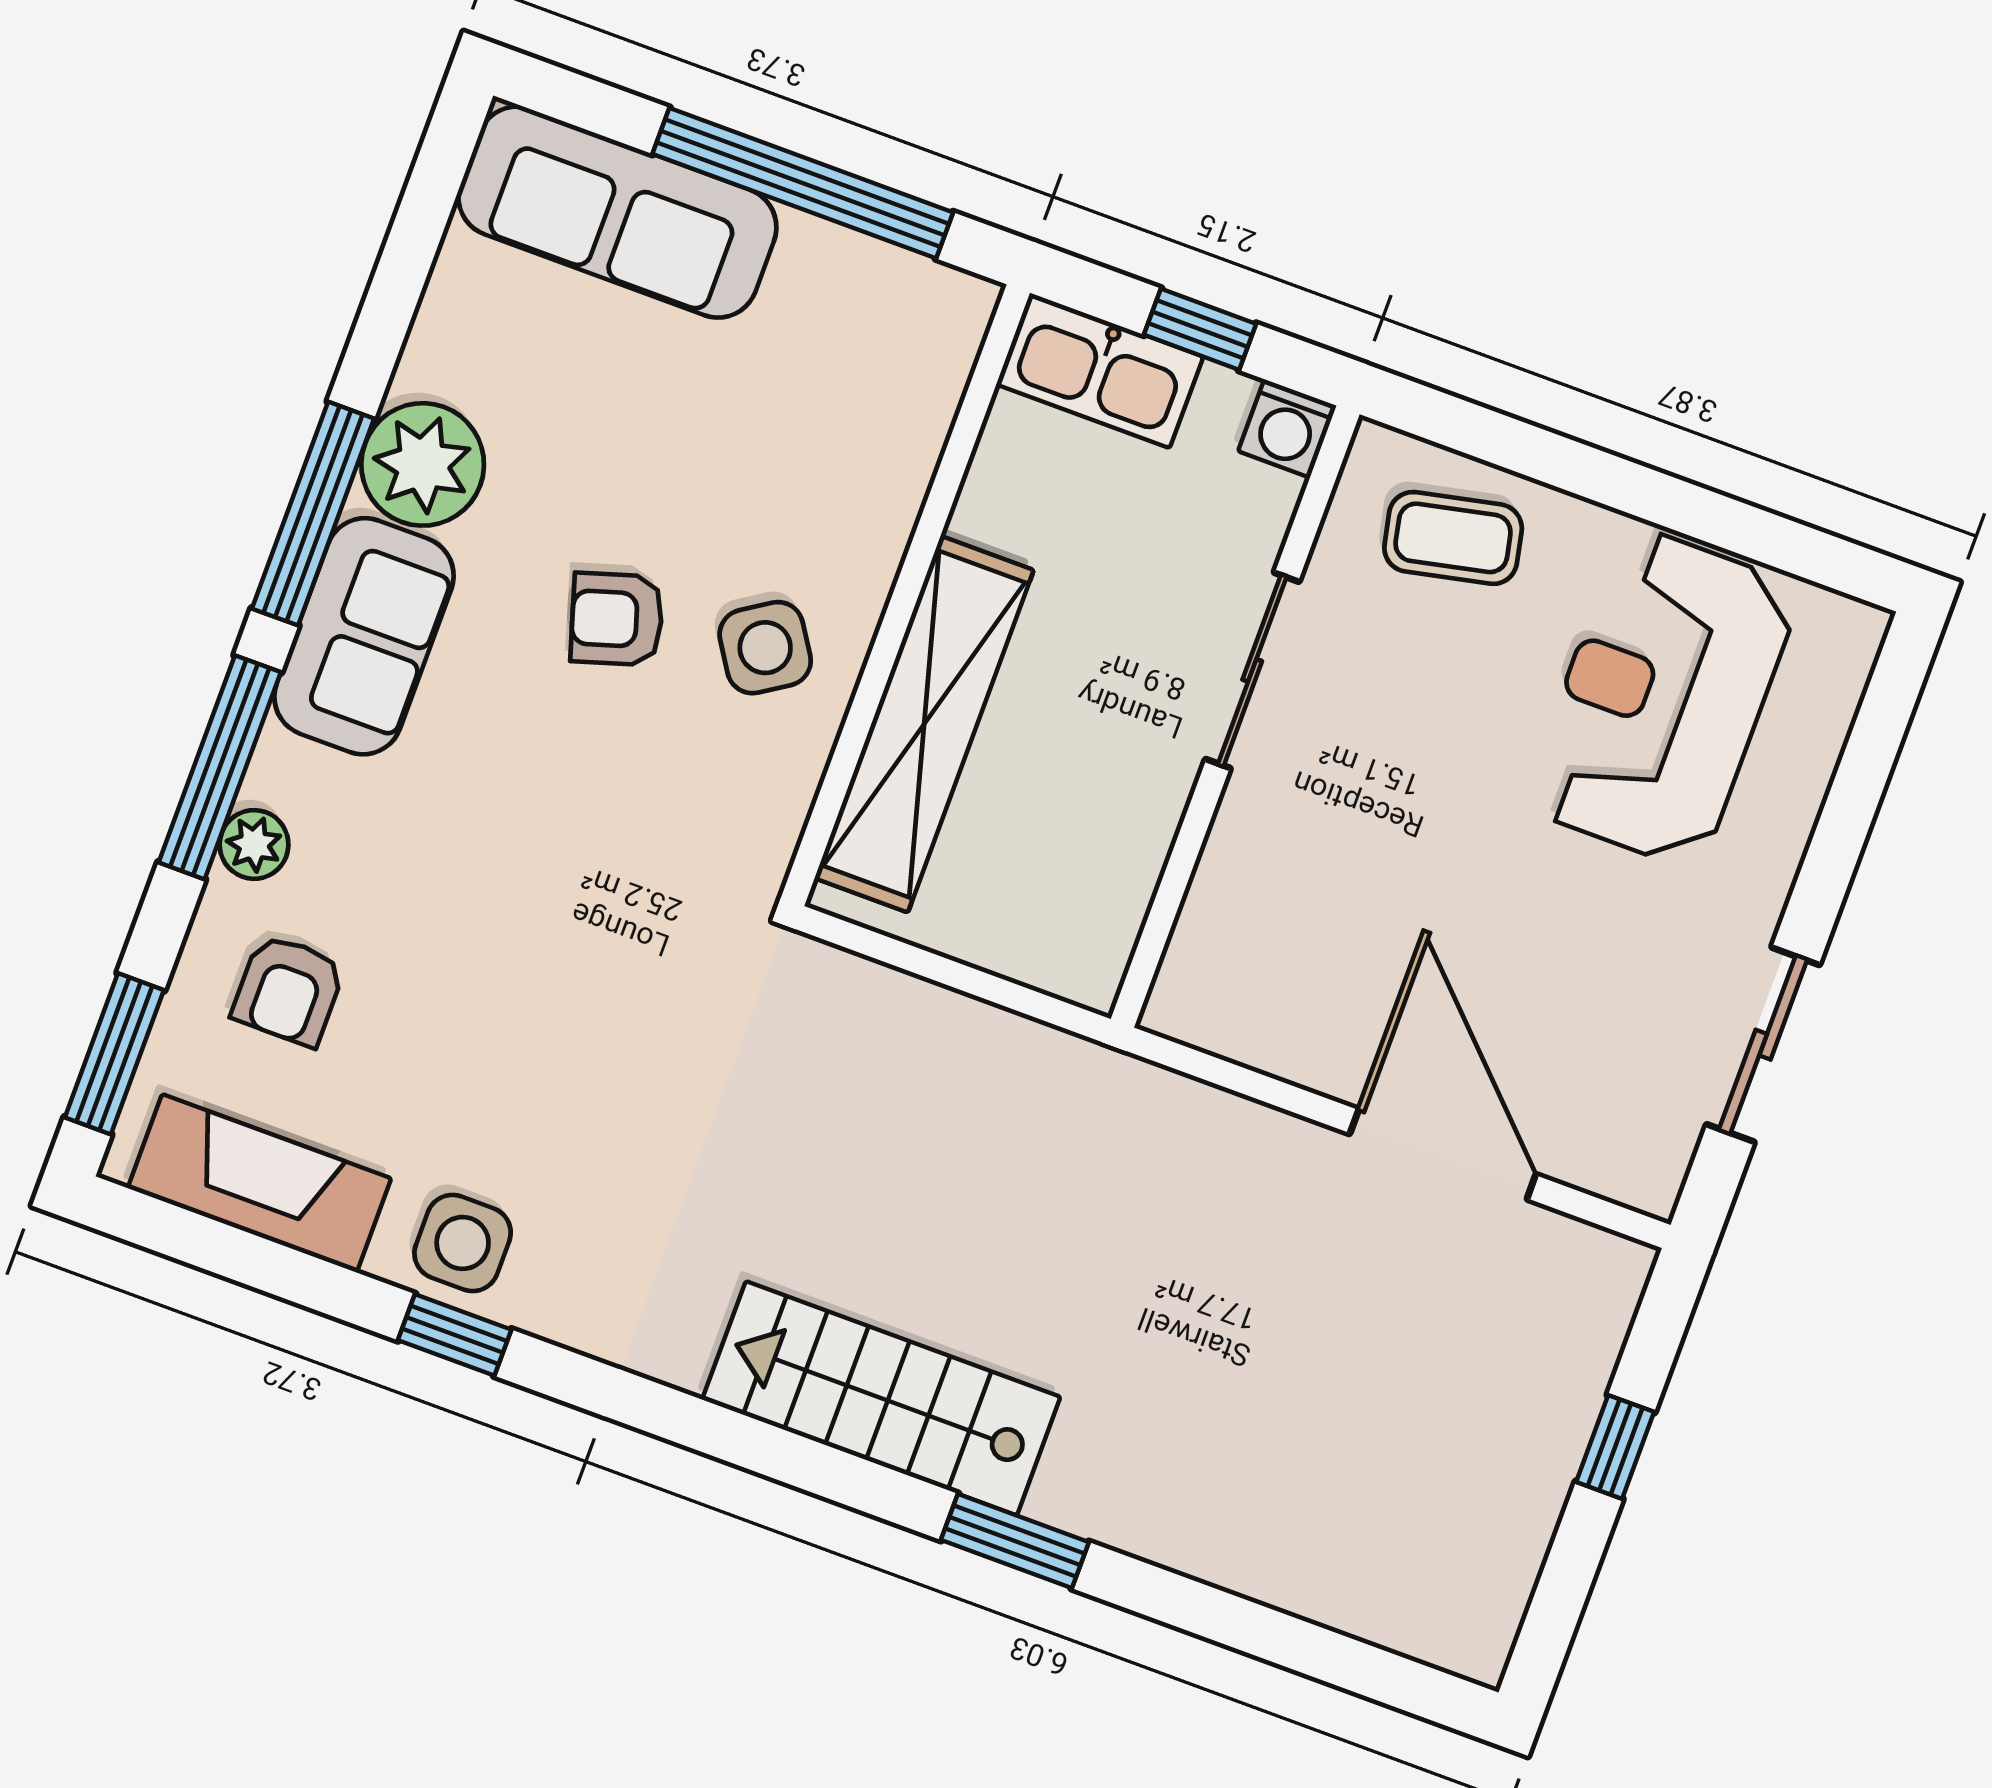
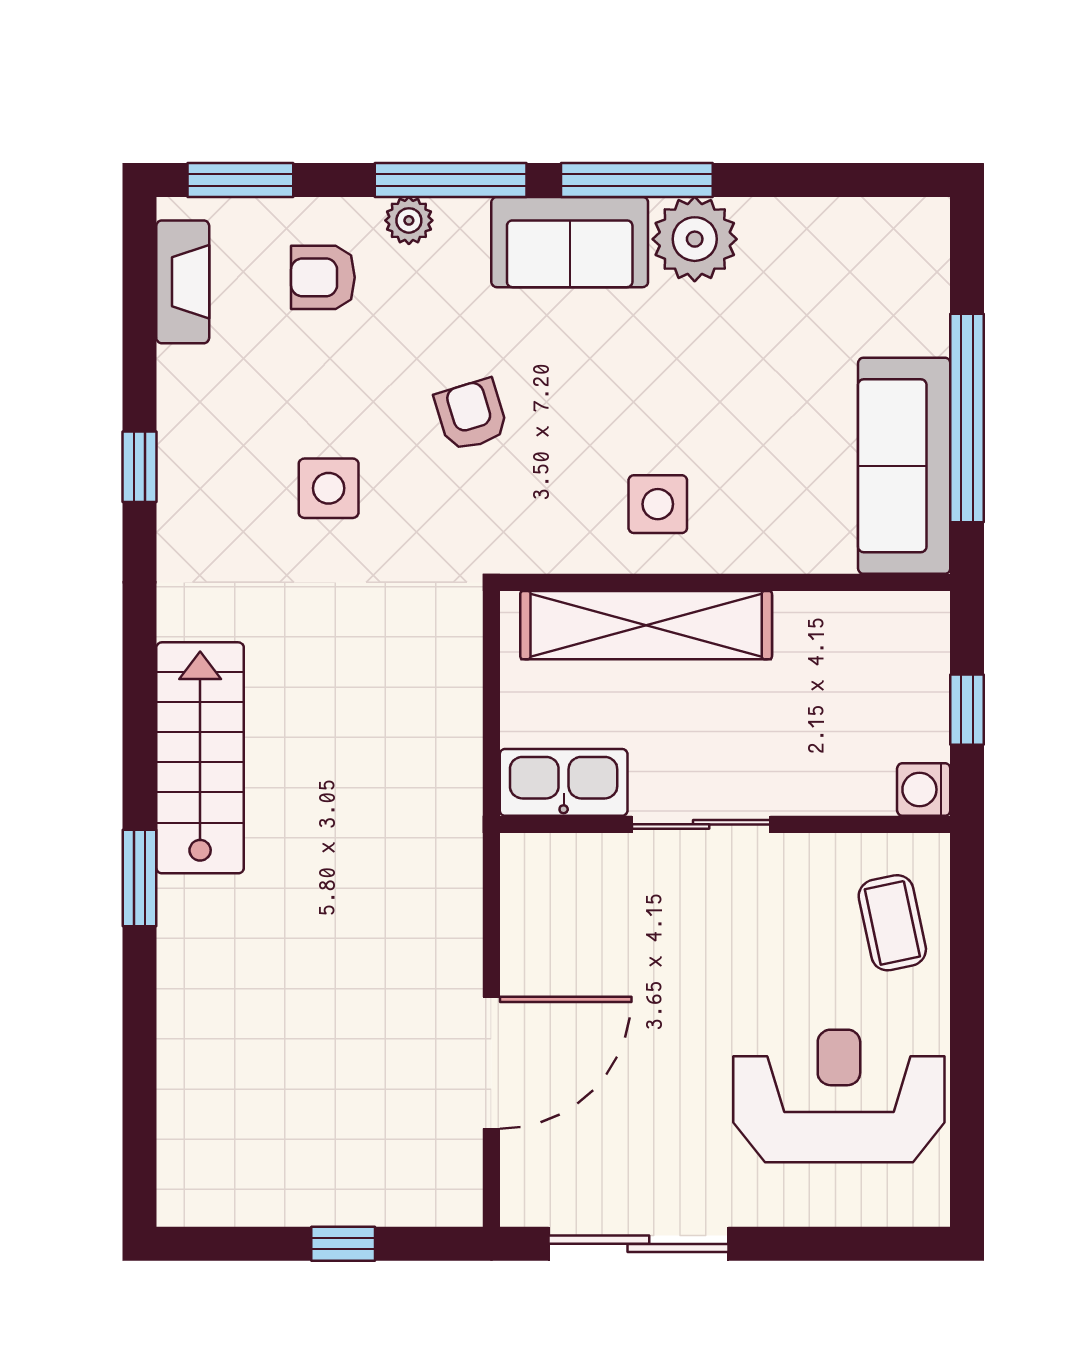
sofa: (617, 212) -> (904, 466), moved
kitchen sink: (1100, 370) -> (564, 782), moved, turned 90
armchair: (617, 619) -> (471, 415), moved
side table: (765, 648) -> (658, 504), turned 33
sliding door: (1252, 670) -> (701, 824), moved
sliding door: (1763, 1045) -> (638, 1244), width x1.37
fireplace: (259, 1183) -> (183, 282), width x0.73, depth x0.76
side table: (463, 1243) -> (329, 488), moved

